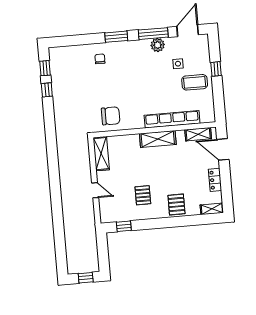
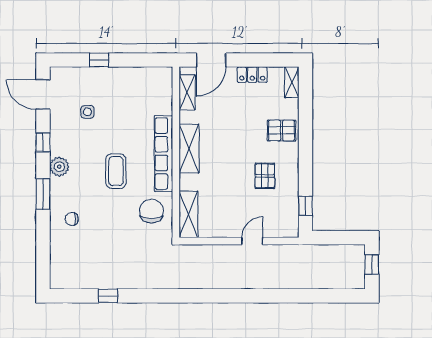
window: (153, 34) -> (43, 142), width x0.46
plant: (158, 45) -> (59, 167), moved
window: (45, 68) -> (78, 296), removed
coffee table: (195, 82) -> (116, 171), moved
row of seats: (172, 119) -> (164, 154), moved
shelving: (101, 154) -> (188, 214), moved, turned 90
pallet: (143, 195) -> (265, 176), turned 90

